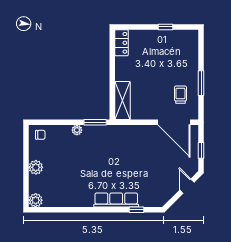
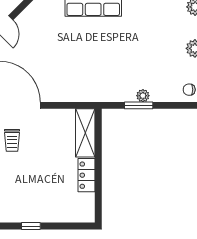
locker: (122, 43) -> (86, 175), moved
window: (95, 122) -> (139, 105), moved

